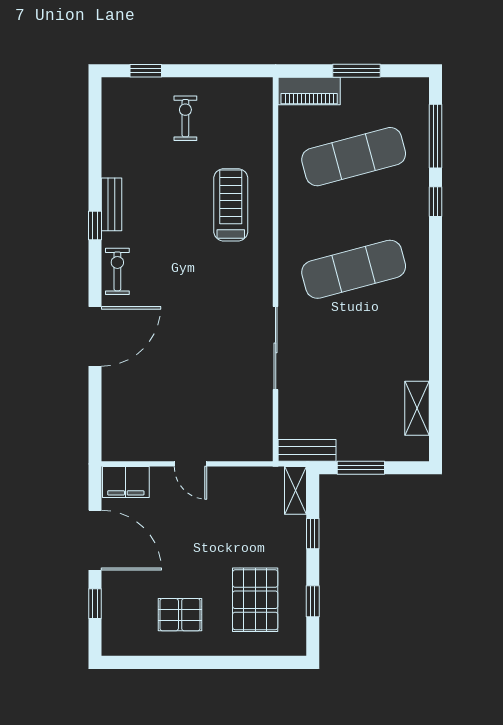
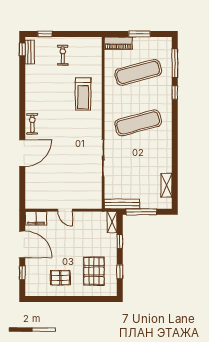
bench: (112, 204) -> (30, 52), moved
treadmill: (231, 205) -> (83, 94), turned 180
window: (95, 226) -> (22, 49), moved
bench: (307, 450) -> (122, 204), width x1.36
window: (361, 468) -> (141, 212), width x1.44

